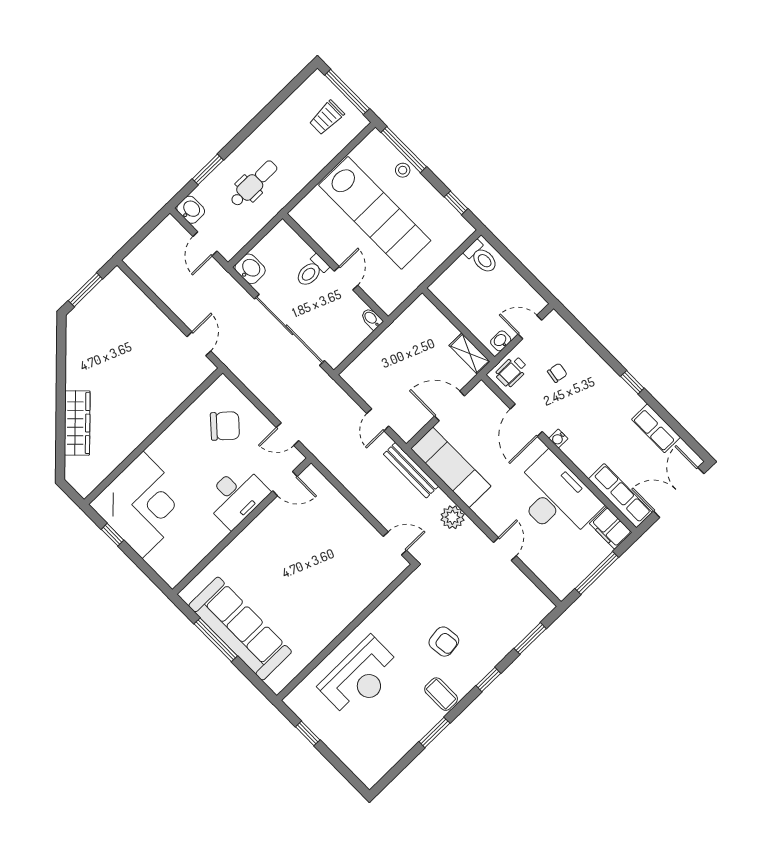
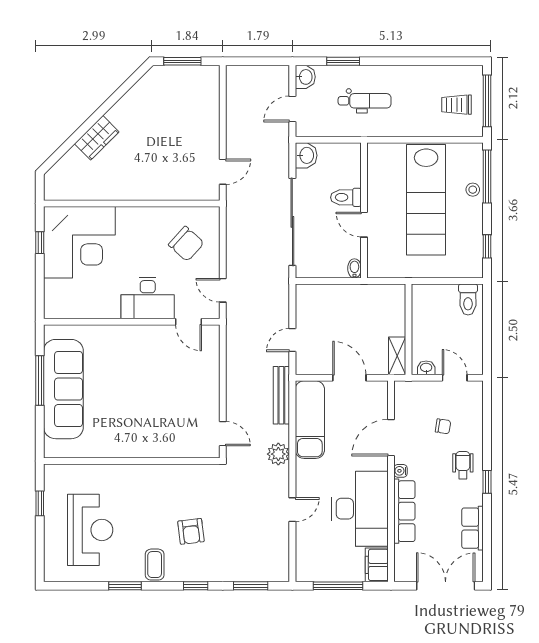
door: (346, 278) -> (364, 225), swing flipped
wheelchair: (512, 371) -> (463, 465), moved, turned 90
wardrobe: (77, 423) -> (97, 138), width x0.67
row of seats: (620, 496) -> (404, 511), moved
reception desk: (360, 677) -> (90, 530), moved, turned -90

